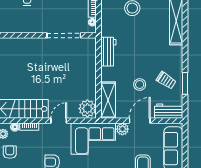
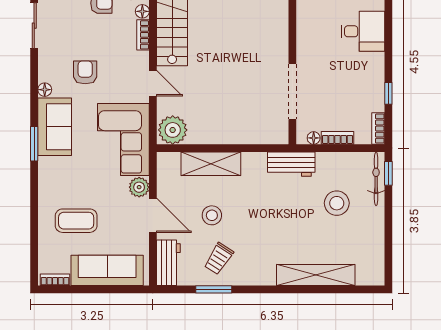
workbench: (108, 52) -> (291, 164), moved
shelving: (108, 100) -> (211, 164), moved

